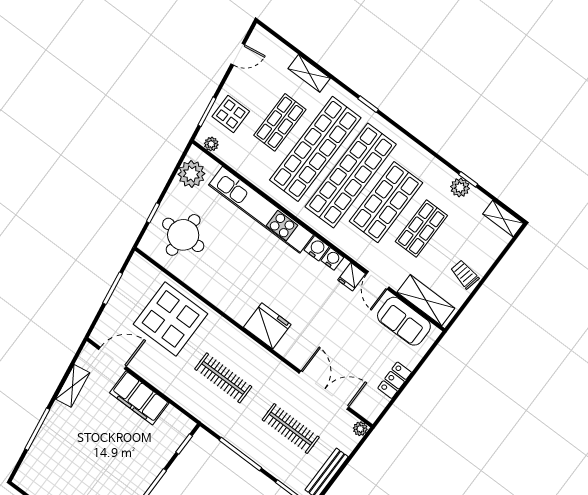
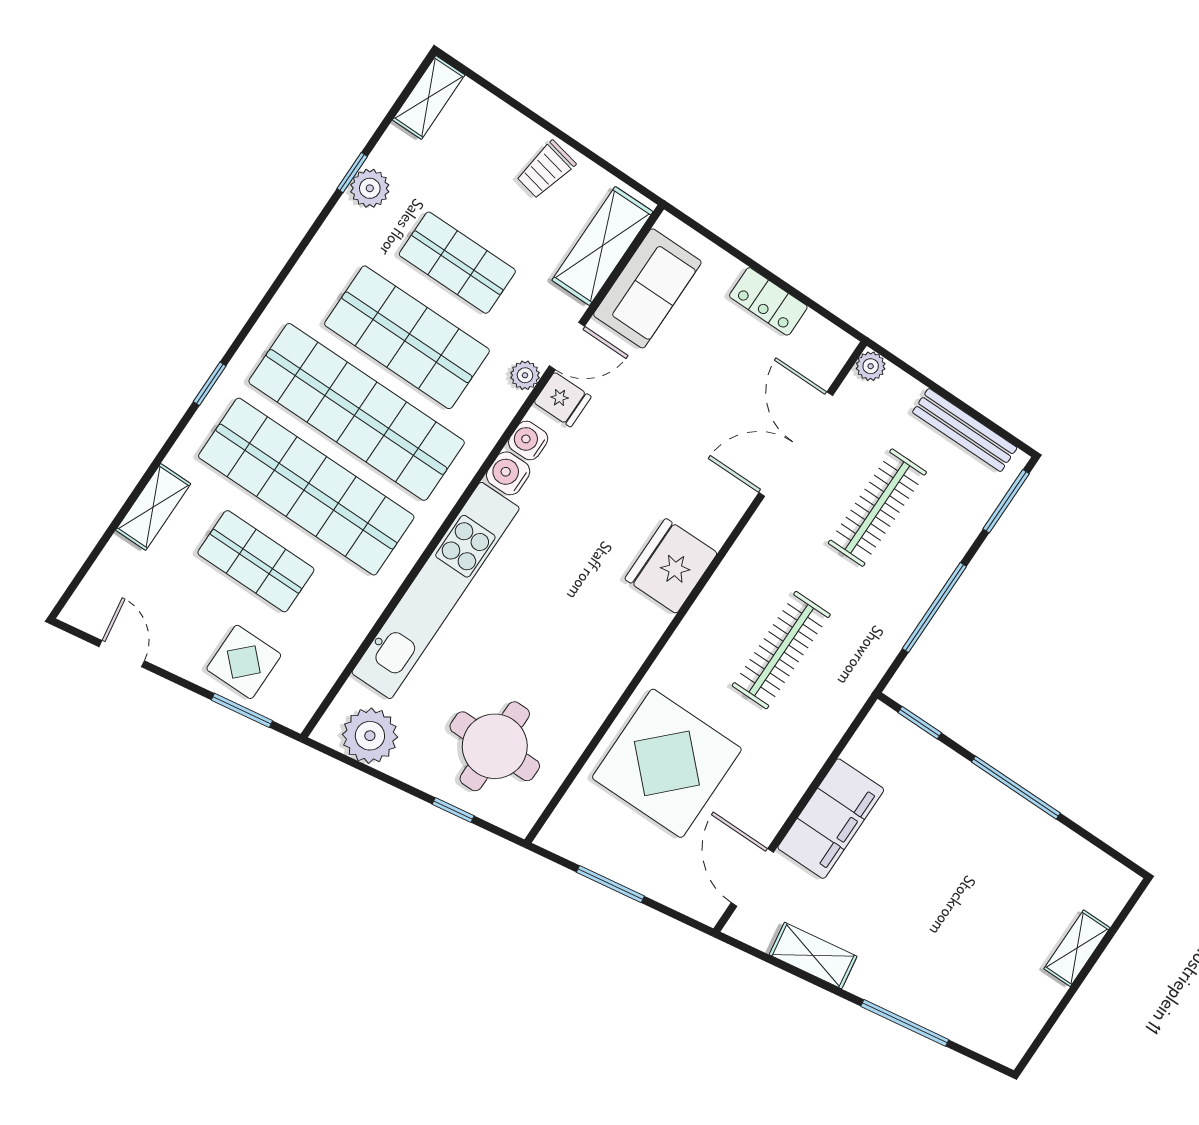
plant: (211, 144) -> (525, 375), moved

